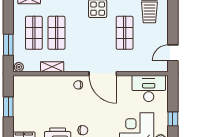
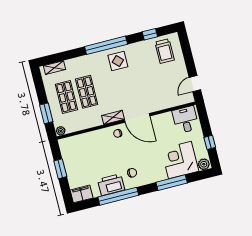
shop shelf: (125, 33) -> (147, 76), removed
shelving: (52, 67) -> (113, 117), moved
desk: (149, 89) -> (185, 120), width x0.73

